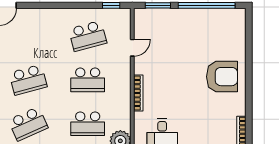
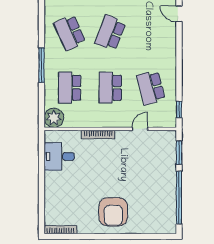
door: (132, 48) -> (140, 129), swing flipped
school desk: (28, 80) -> (110, 33), turned 36

